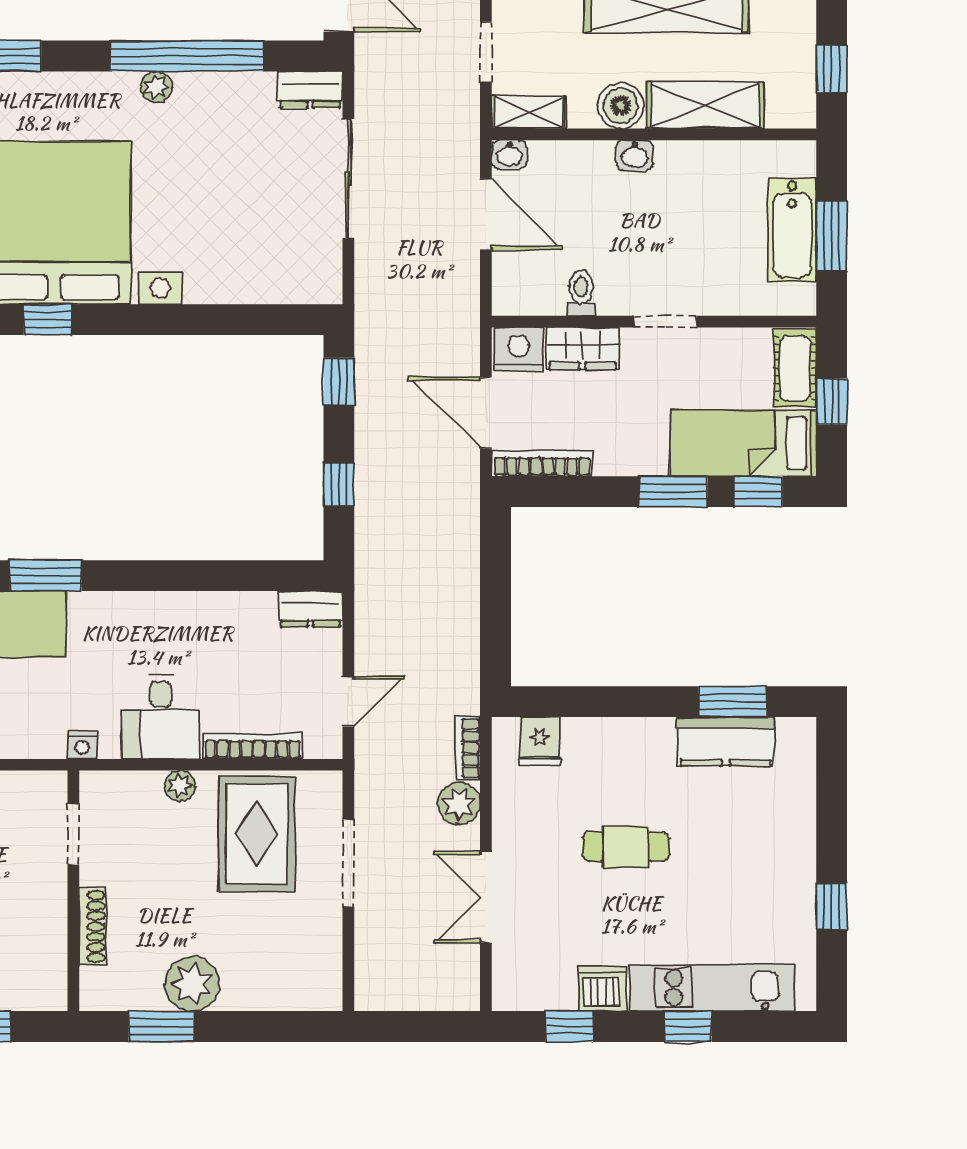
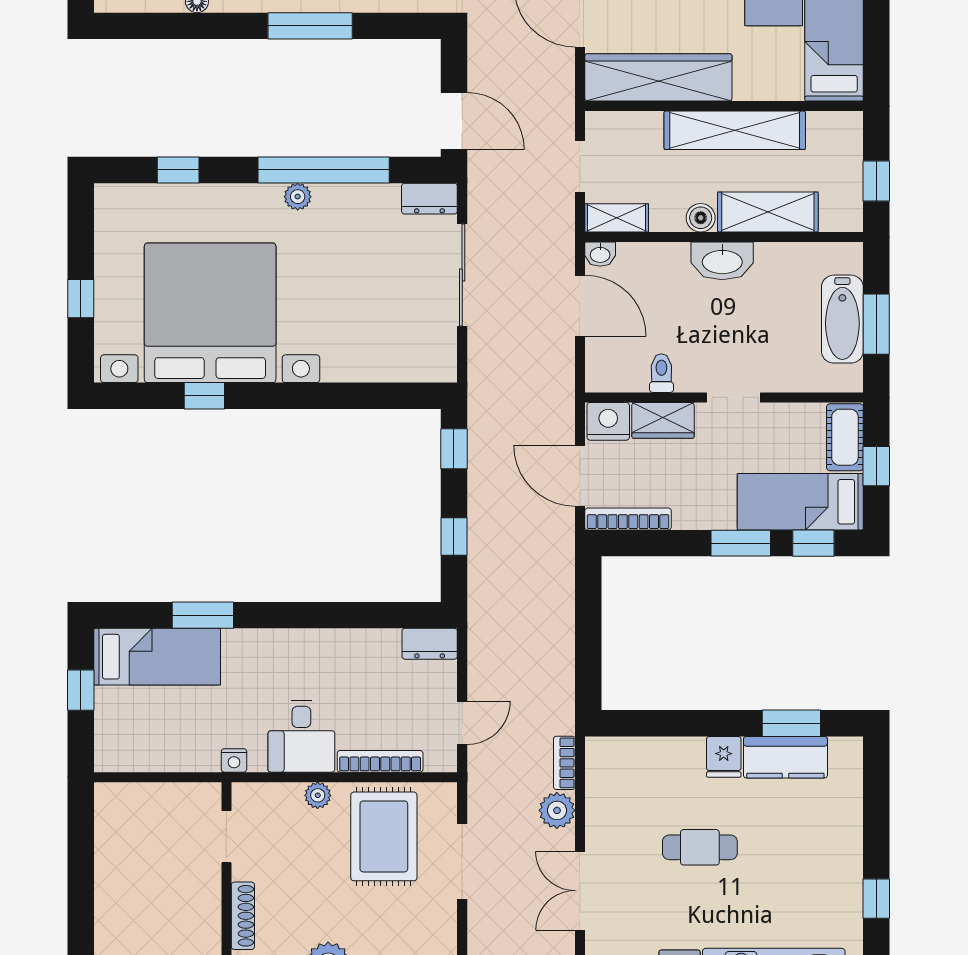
boiler: (621, 106) -> (701, 218), width x0.73, depth x0.73
washbasin: (635, 155) -> (722, 261), width x1.91, depth x1.45
fridge: (540, 741) -> (724, 757), moved

